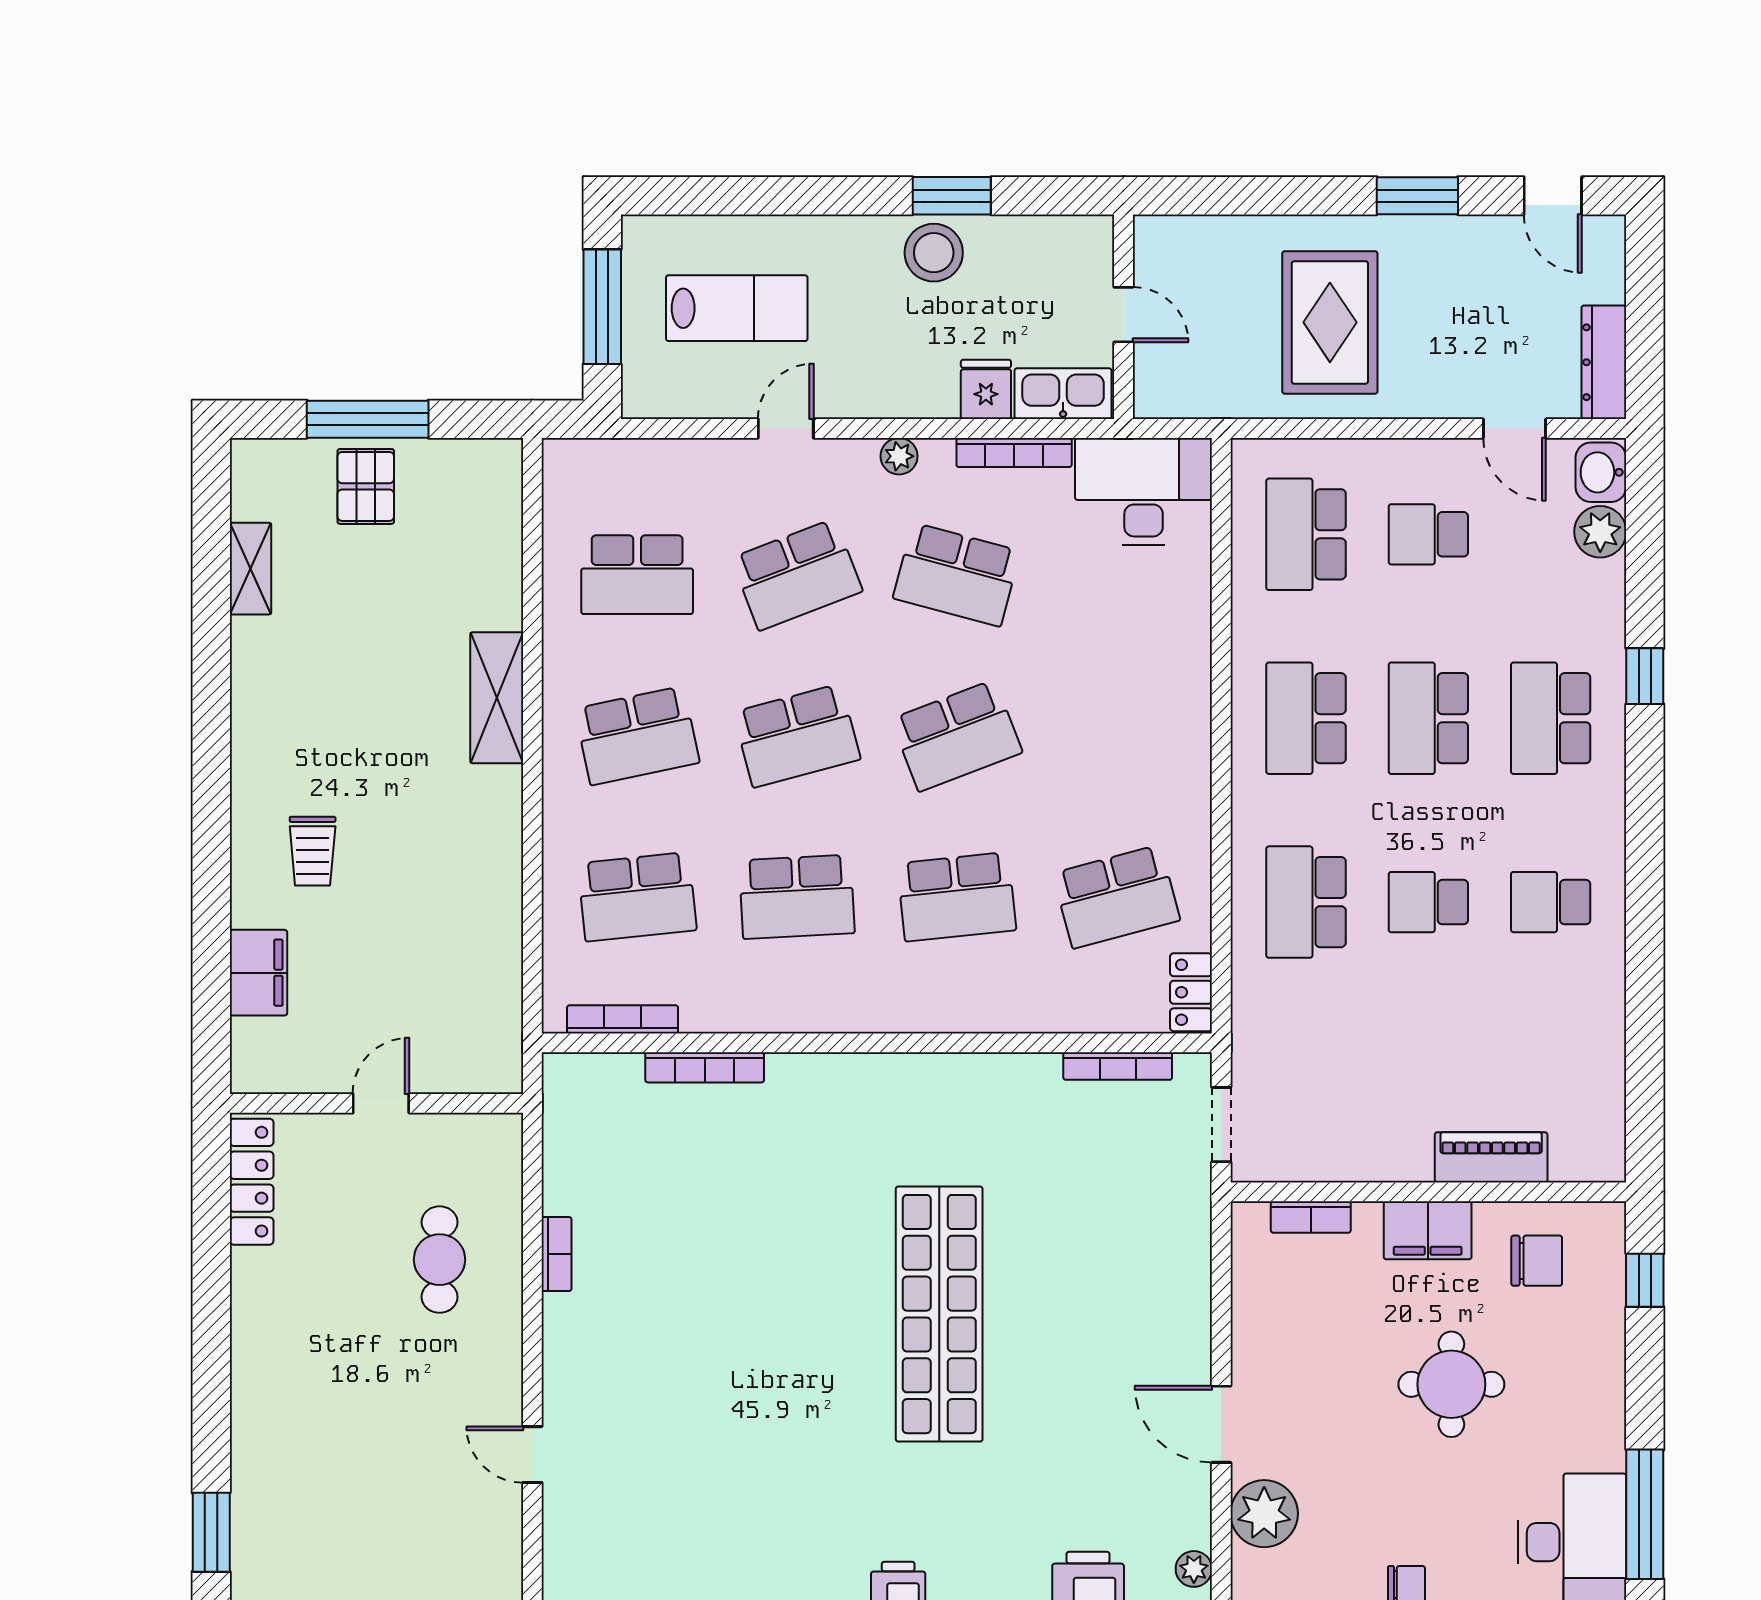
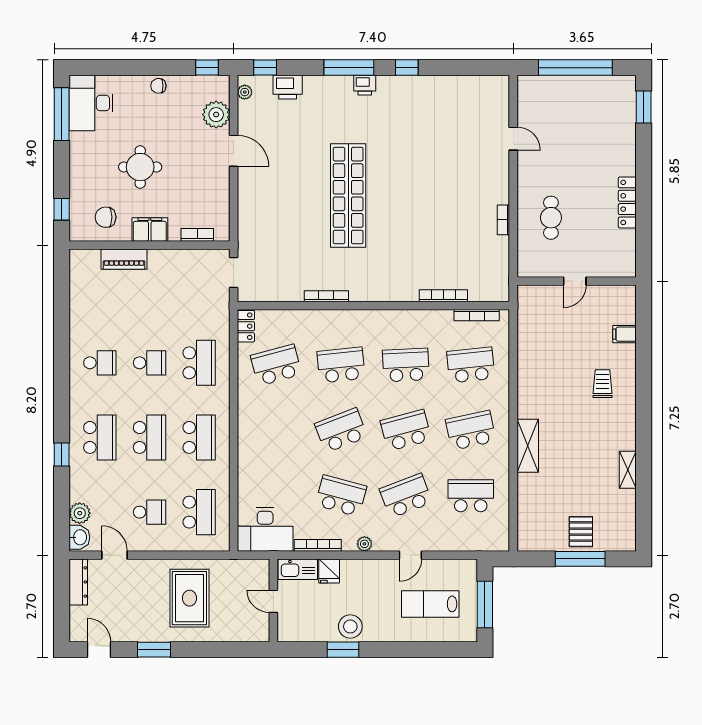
shelving: (250, 569) -> (628, 470), moved
filing cabinet: (258, 973) -> (624, 334), width x0.50
bookcase: (1118, 1066) -> (326, 296), moved
locker: (252, 1182) -> (627, 202), moved

